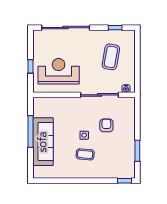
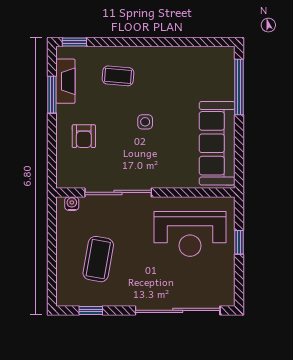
armchair: (106, 125) -> (84, 136), moved
window: (31, 132) -> (239, 87), moved
sofa: (43, 142) -> (217, 143), moved
coffee table: (85, 154) -> (118, 76), moved
fireplace: (130, 158) -> (65, 81), added

